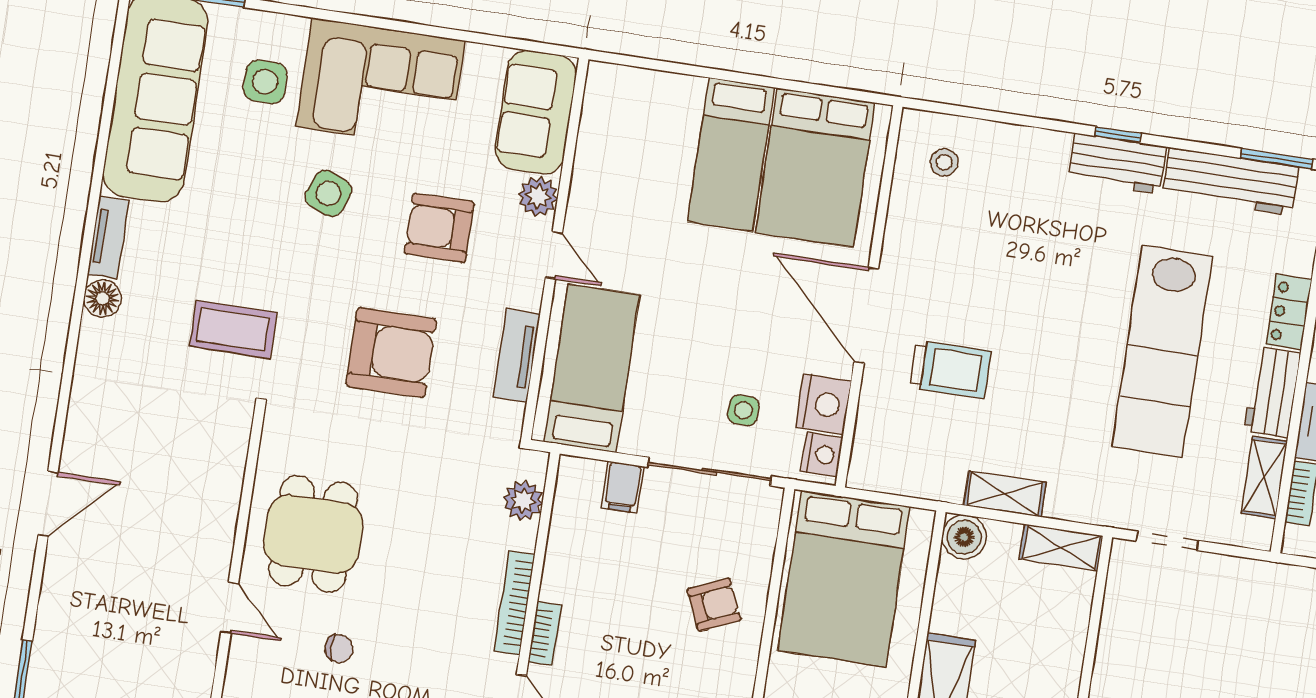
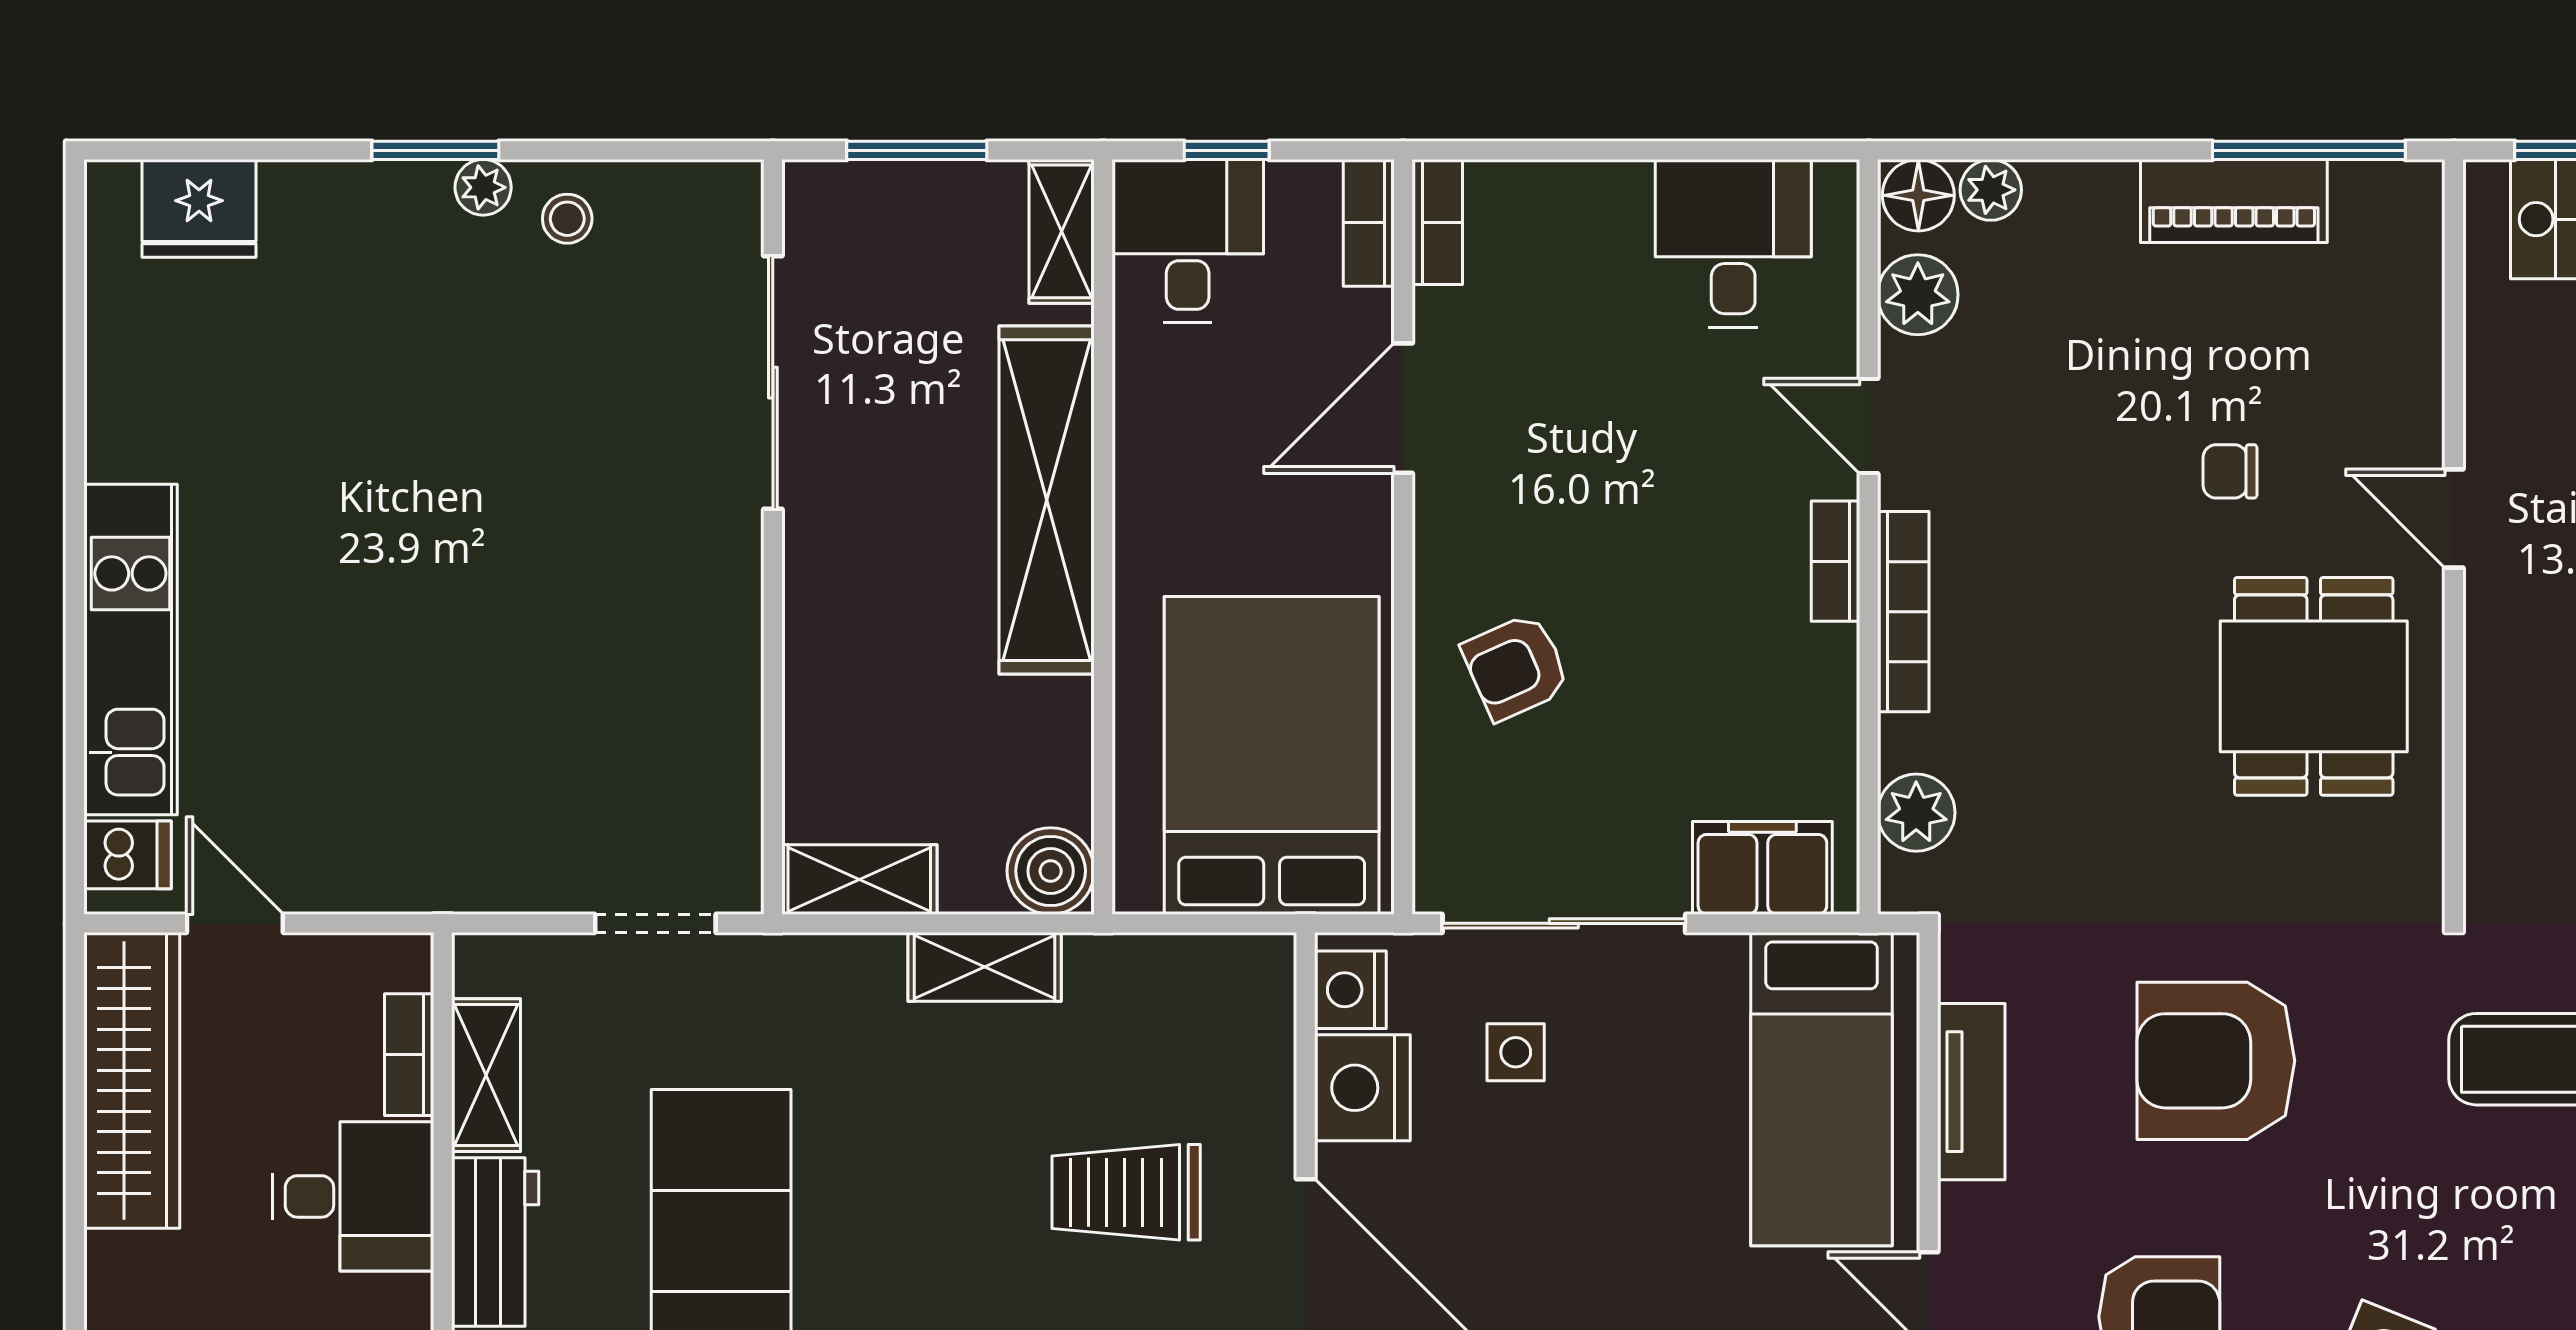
filing cabinet: (623, 487) -> (1762, 868), width x2.00

